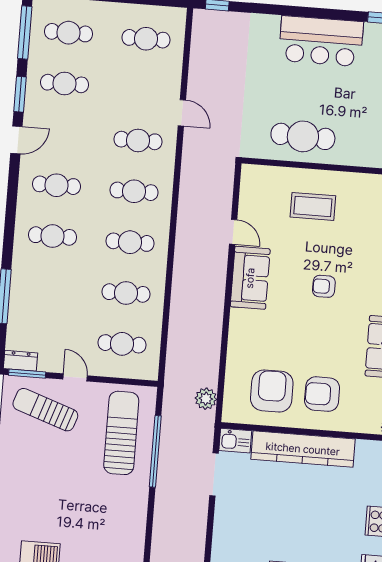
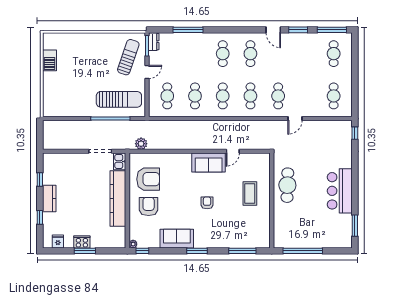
cafe table: (65, 84) -> (306, 54), removed

